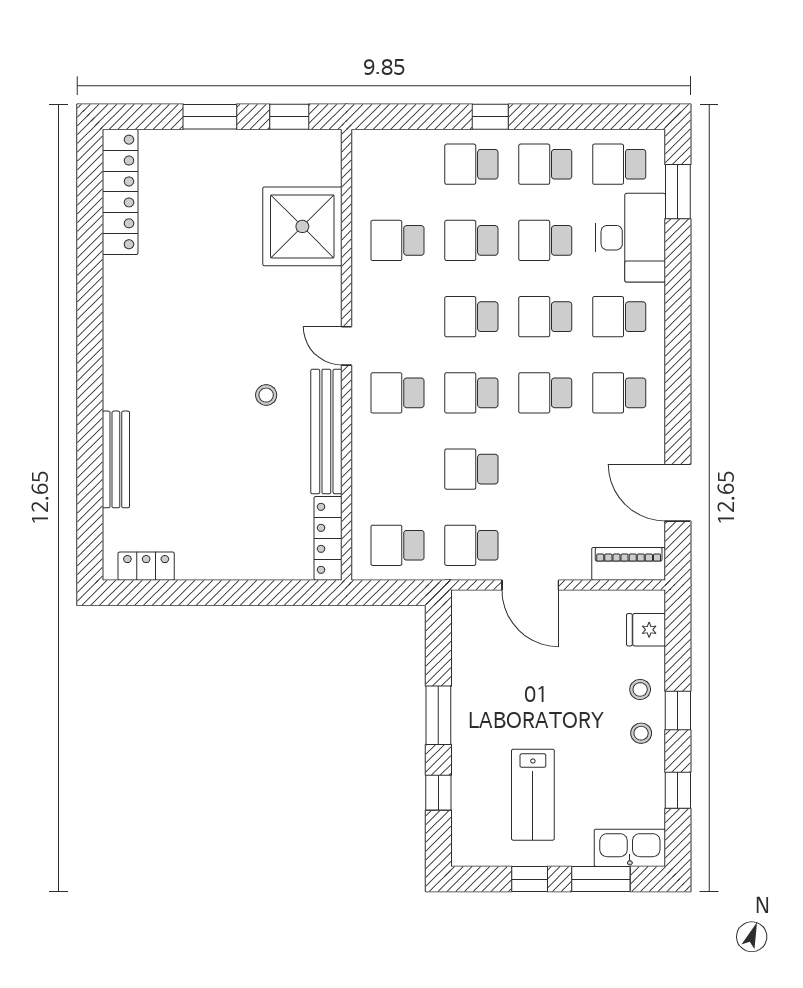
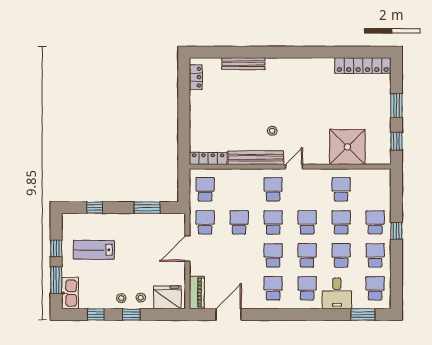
desk: (631, 238) -> (337, 293), width x0.73
fridge: (646, 630) -> (167, 297), width x1.88, depth x1.34
window: (438, 715) -> (147, 208), moved

